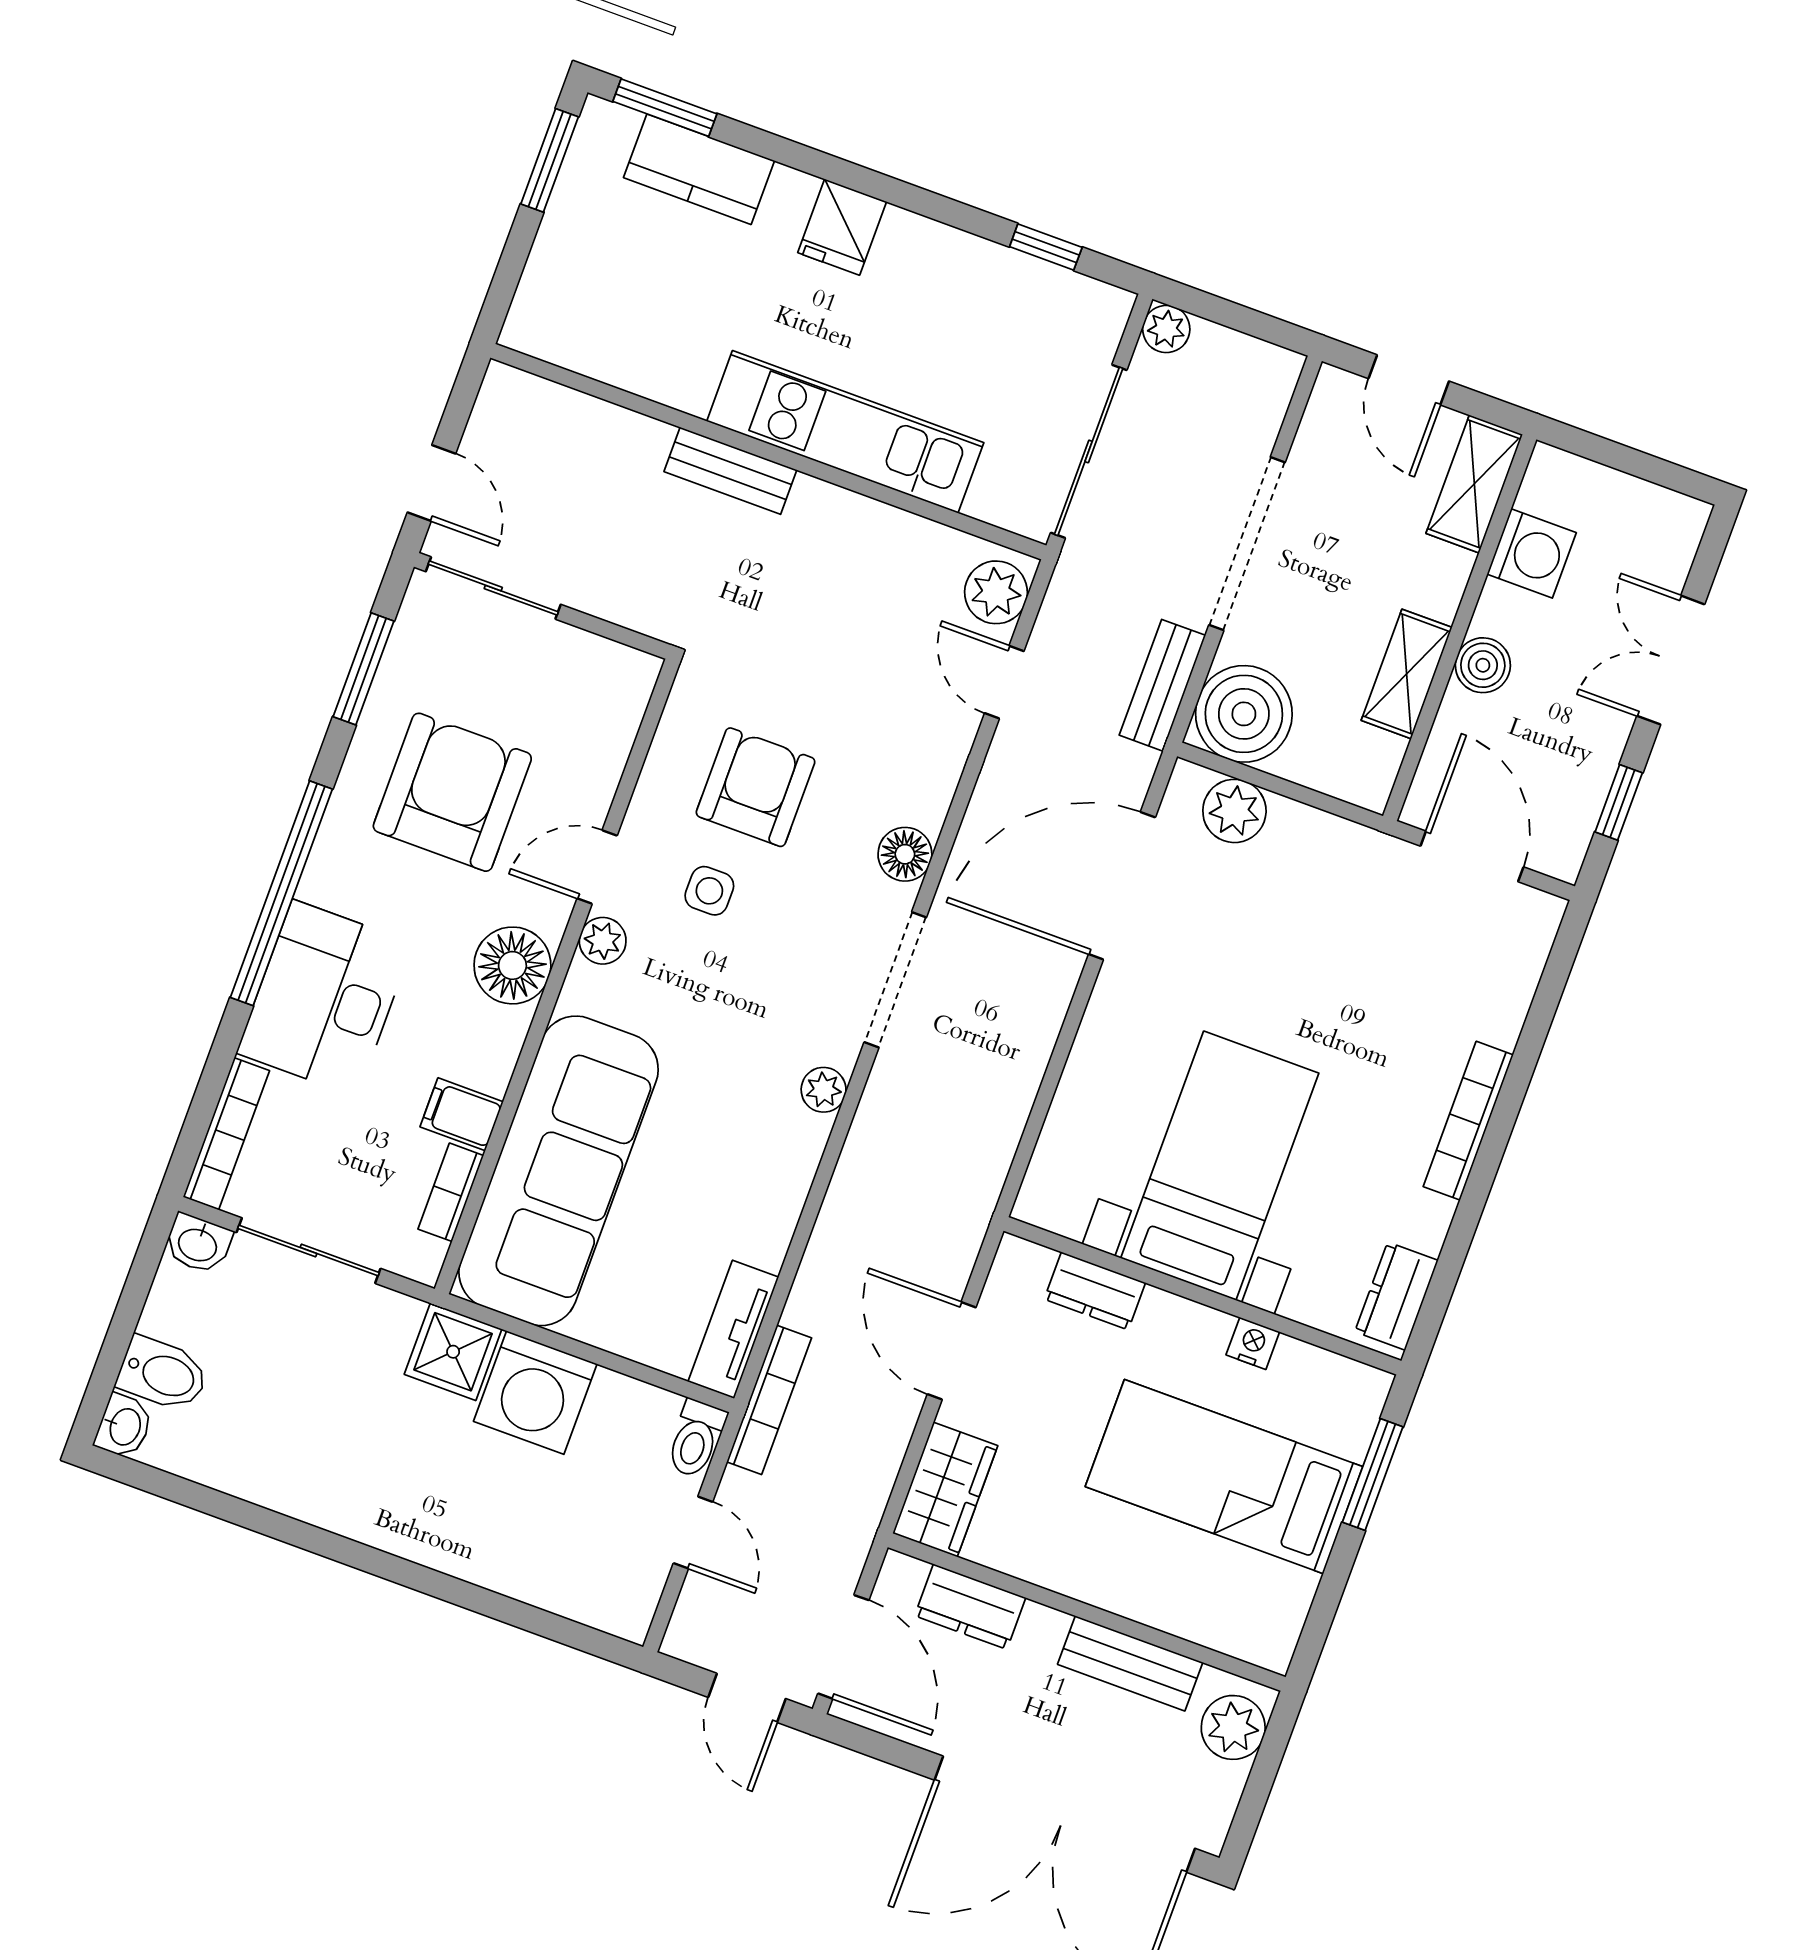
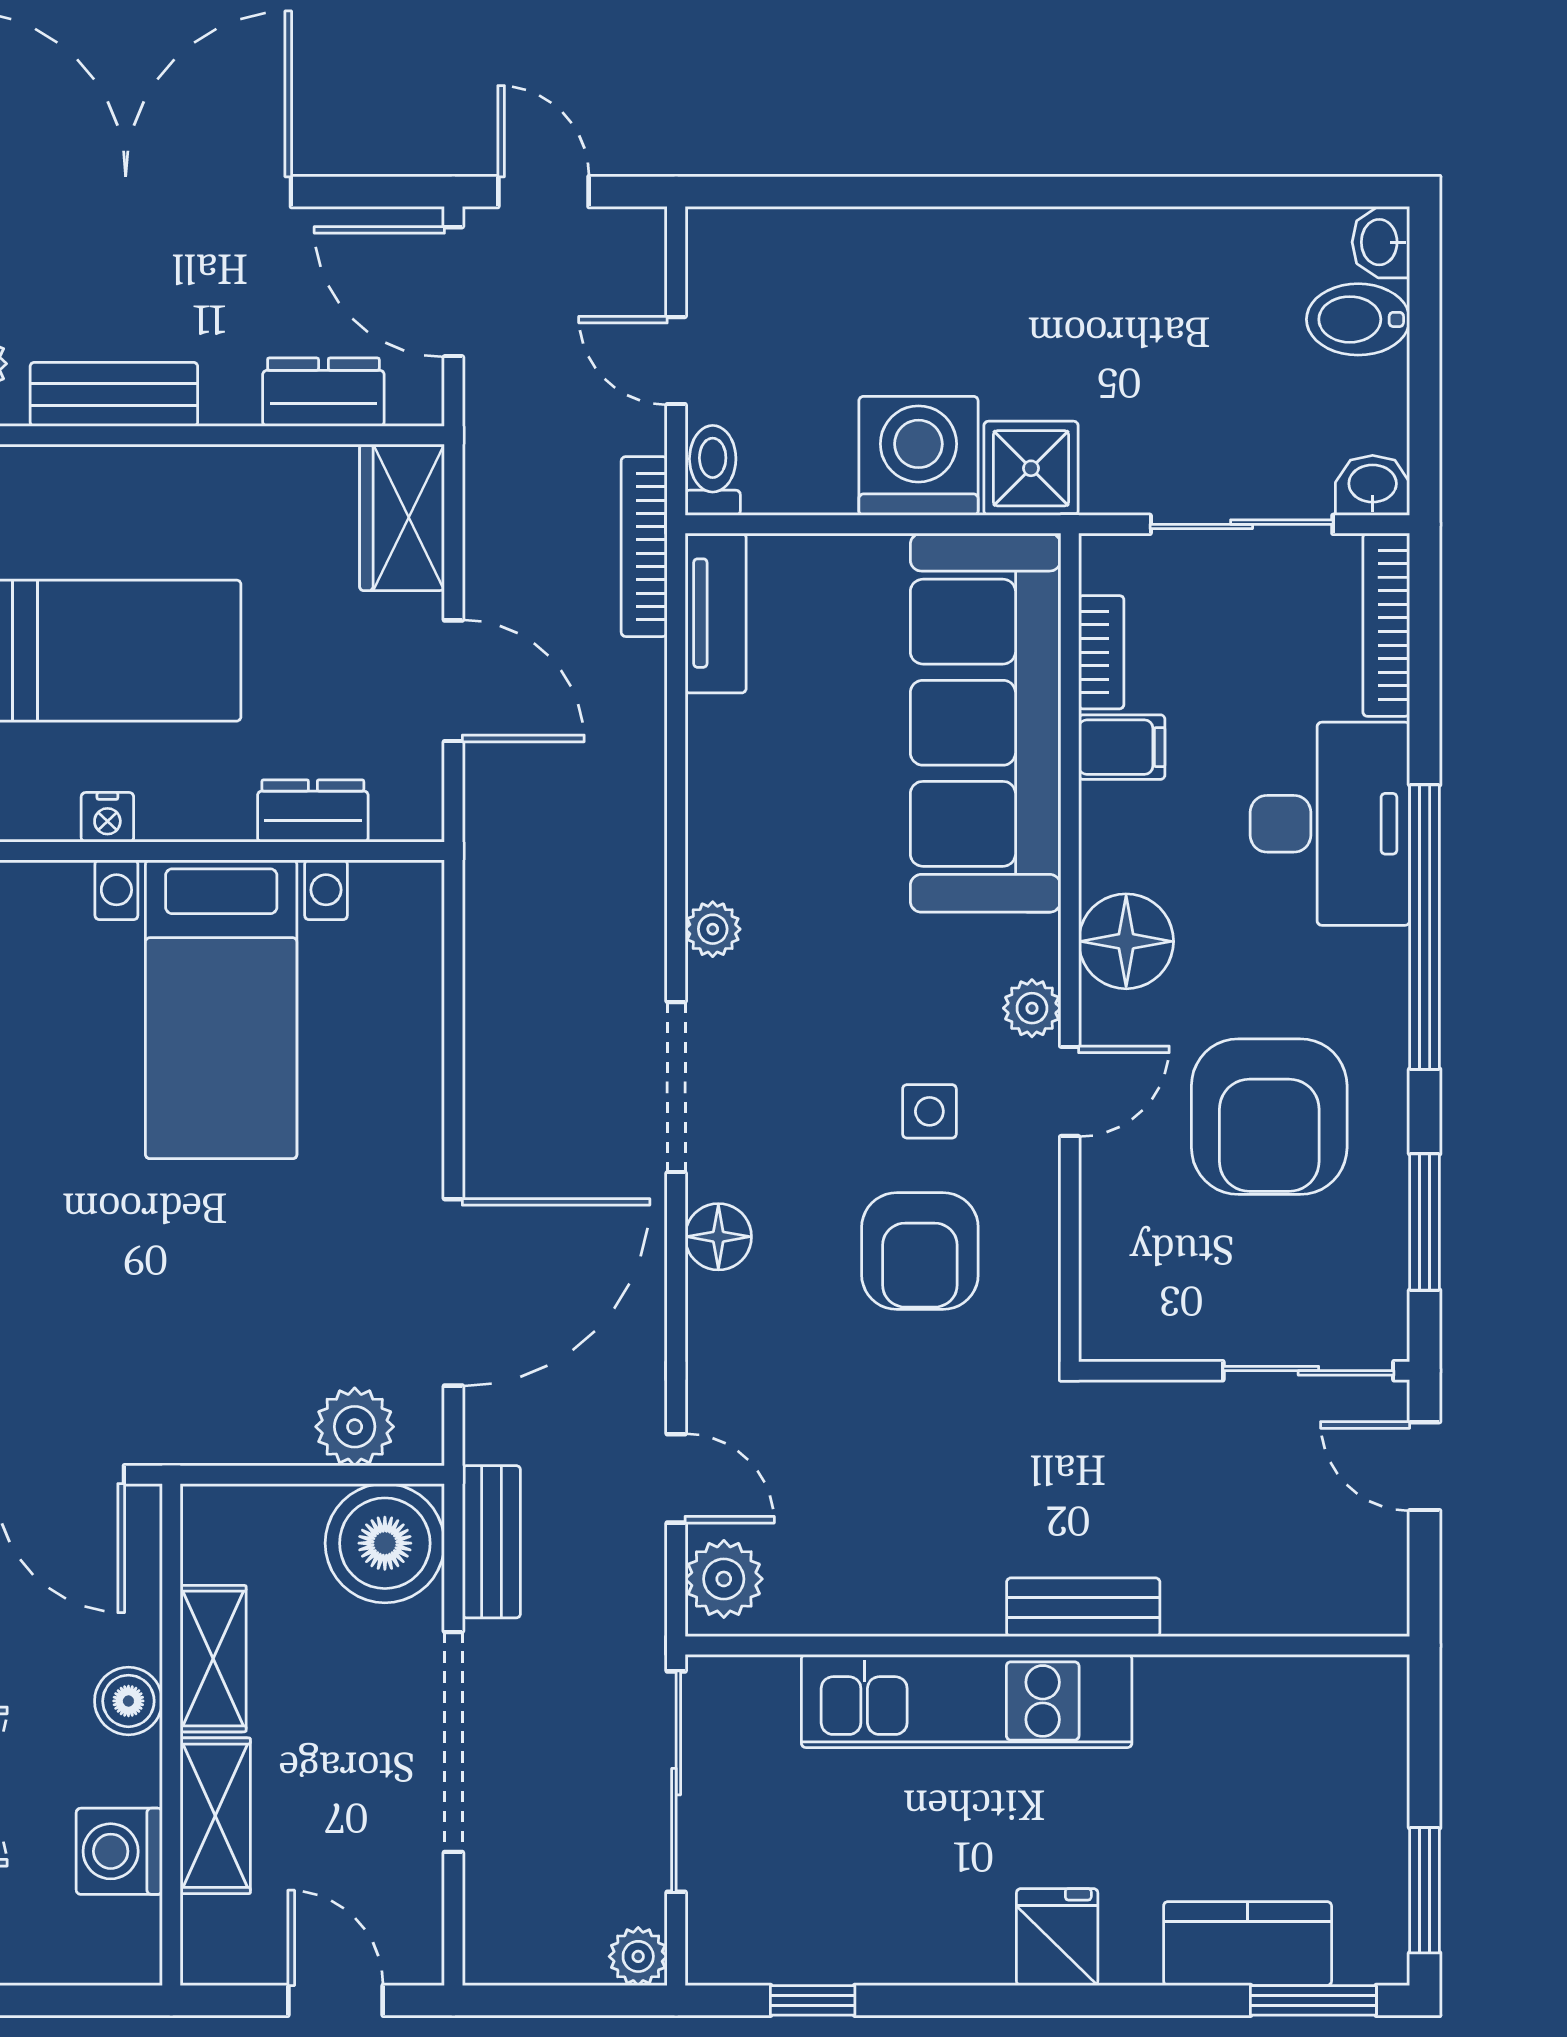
shelving: (1474, 484) -> (215, 1816), moved

